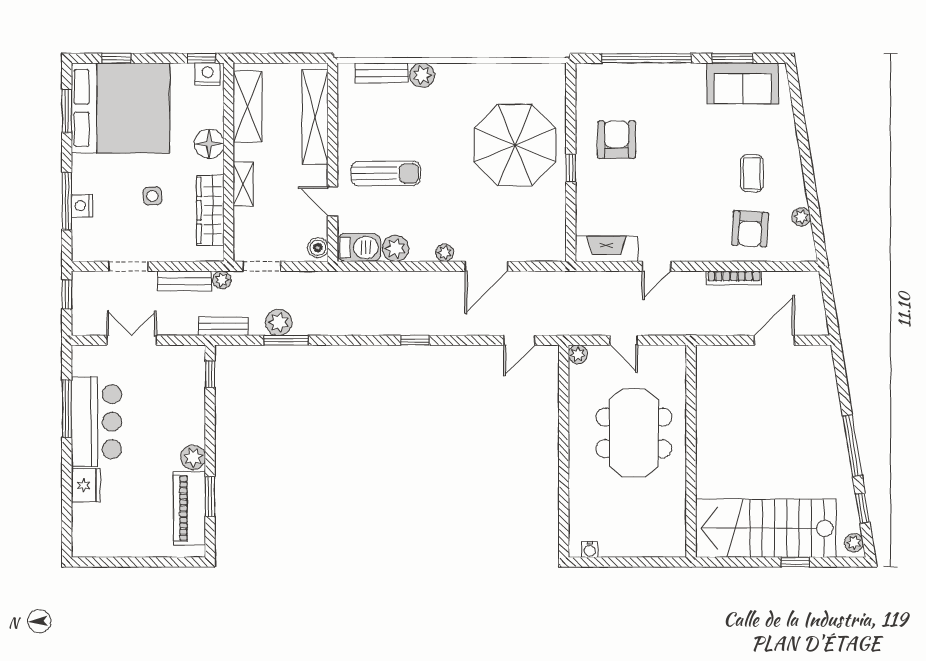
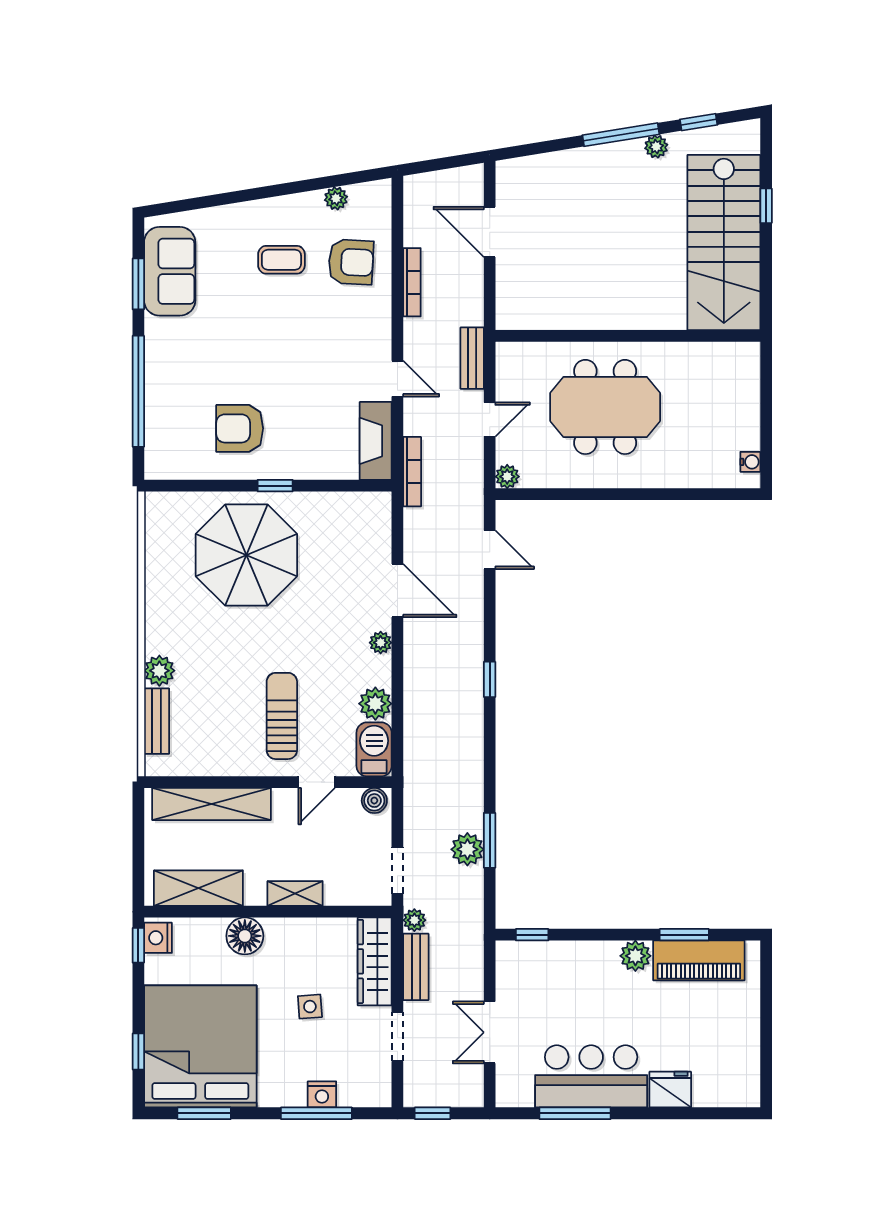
wardrobe: (210, 210) -> (375, 961), moved, turned 90
bookcase: (582, 278) -> (412, 472), added
bench: (223, 326) -> (472, 358), moved
plant: (854, 543) -> (656, 147), moved

